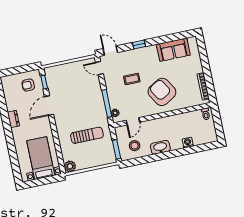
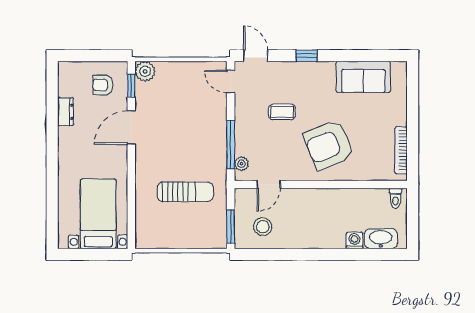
armchair: (162, 92) -> (329, 145), turned -81
dresser: (13, 119) -> (66, 112), moved
washbasin: (160, 147) -> (381, 239), moved
plant: (70, 166) -> (145, 71), moved

